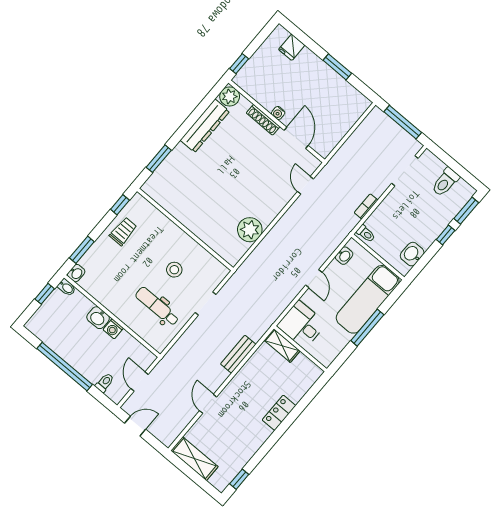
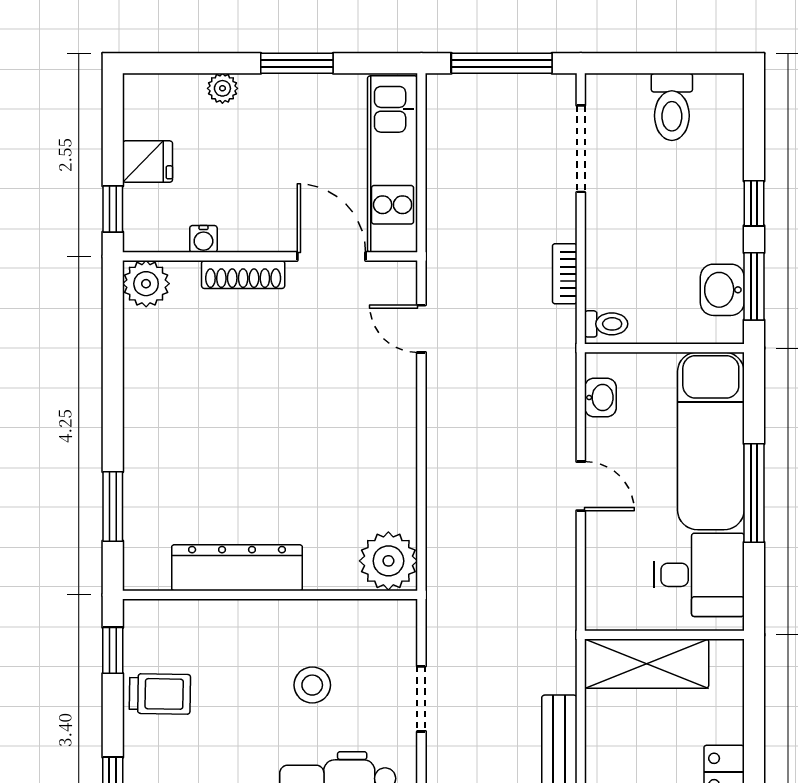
fridge: (292, 47) -> (148, 162), moved, turned -90
plant: (307, 55) -> (222, 88), added
water cooler: (278, 113) -> (203, 239), moved
kitchen unit: (341, 125) -> (393, 164), added
dresser: (205, 126) -> (237, 568), moved, turned -90
window: (466, 211) -> (754, 286), moved
plant: (250, 230) -> (388, 561), moved
trolley: (123, 231) -> (160, 694), turned 91
desk: (302, 325) -> (699, 575), moved, turned 180
shelving: (282, 346) -> (647, 664), width x1.50, depth x1.33

